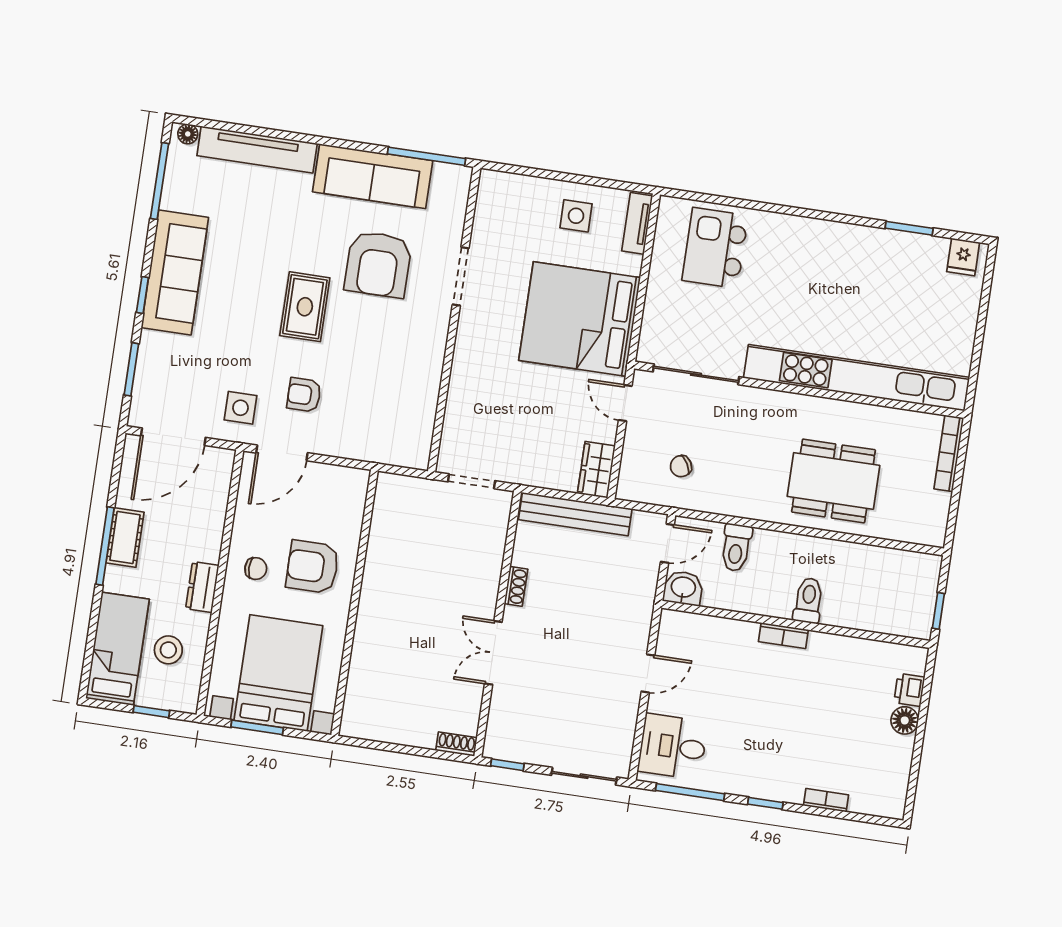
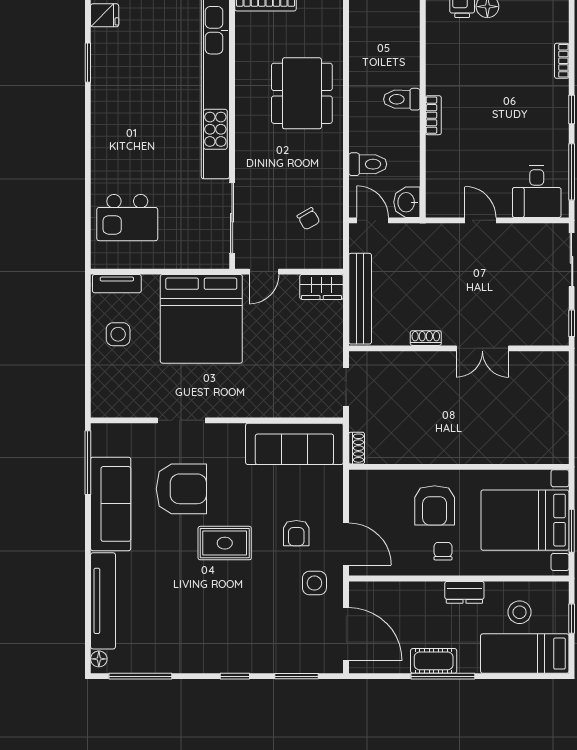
sofa: (175, 272) -> (294, 444), moved, turned 180
shoe rack: (456, 744) -> (357, 448), moved, turned 180

